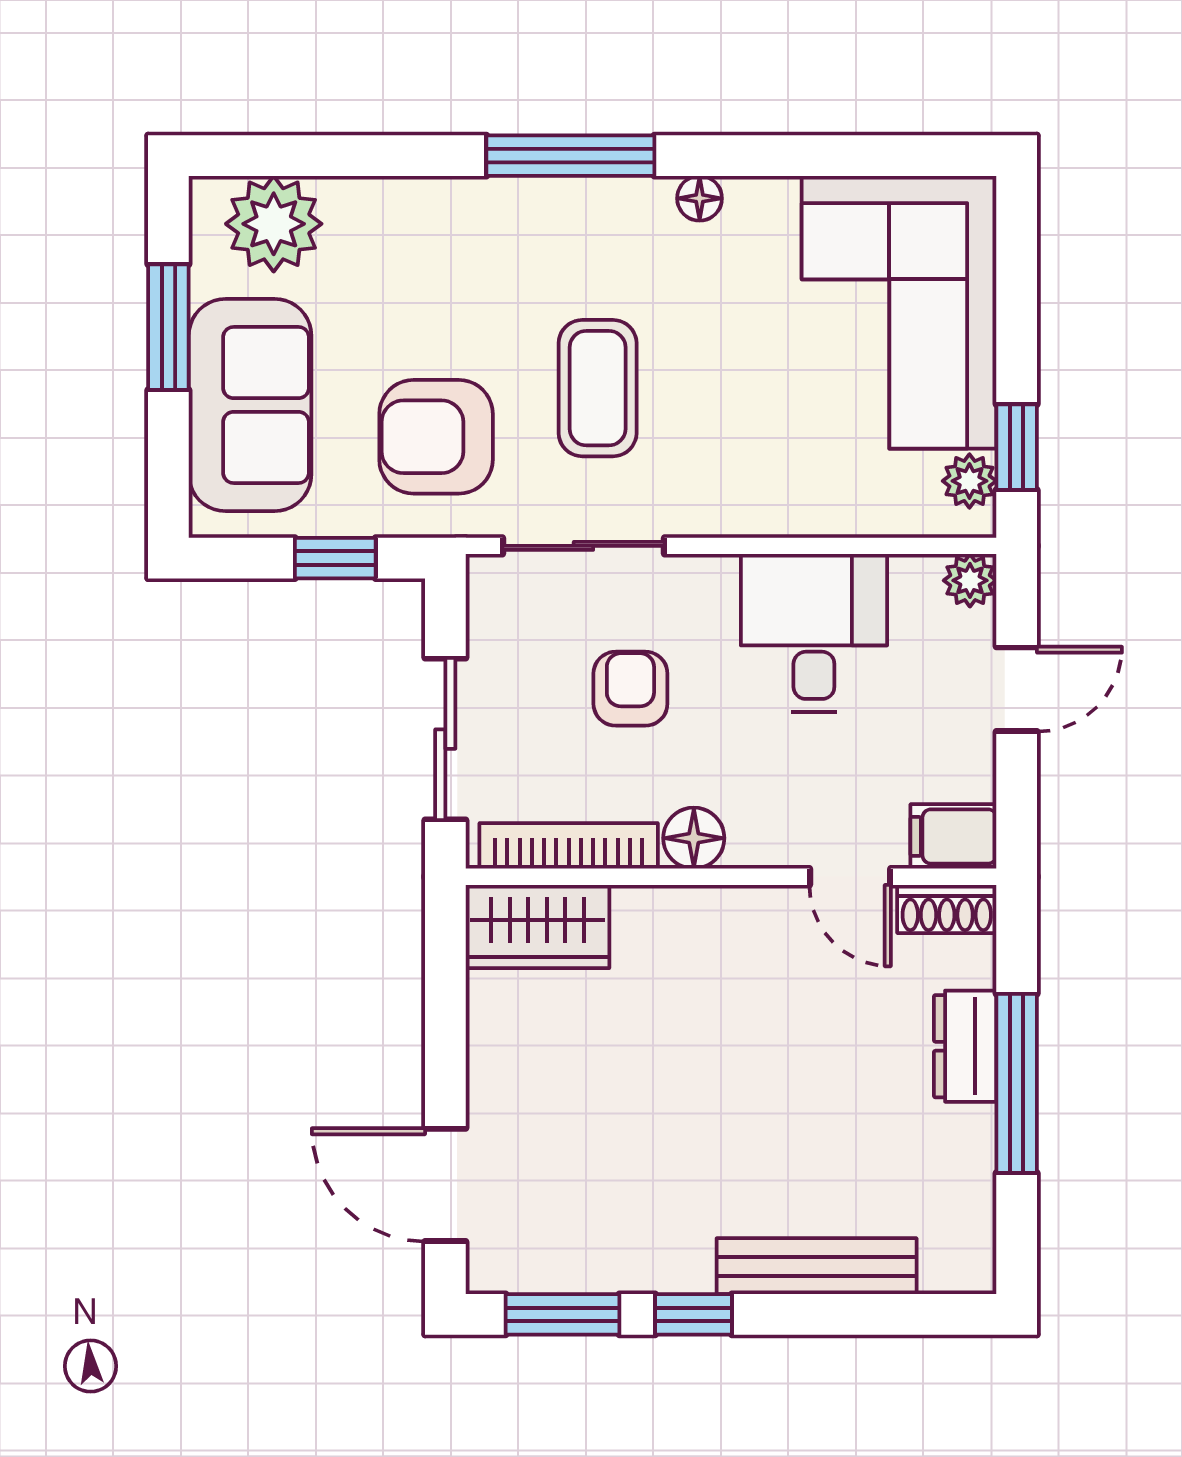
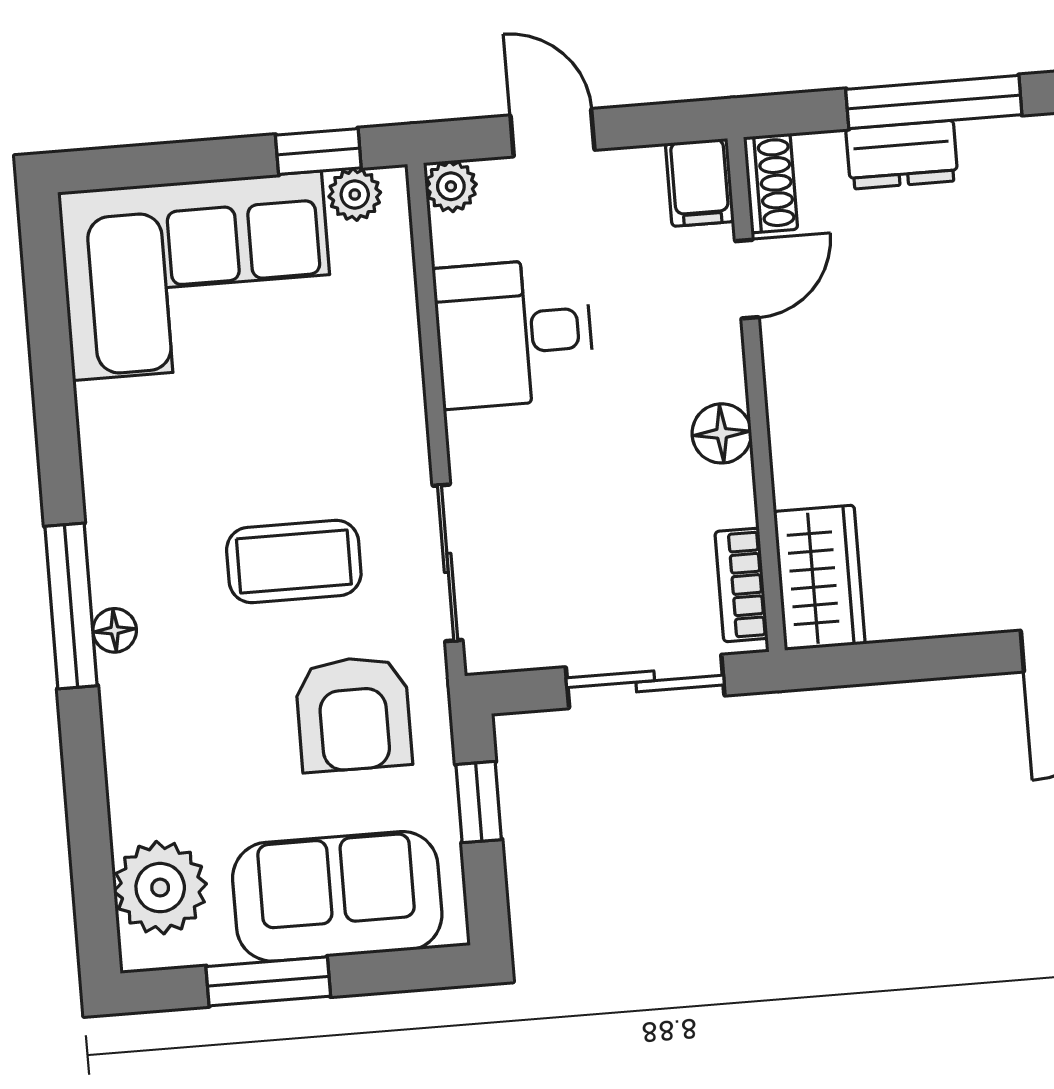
floor lamp: (700, 198) -> (115, 630), moved
armchair: (630, 689) -> (582, 506), removed
bookcase: (569, 846) -> (741, 585), width x0.64

